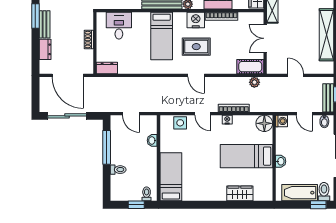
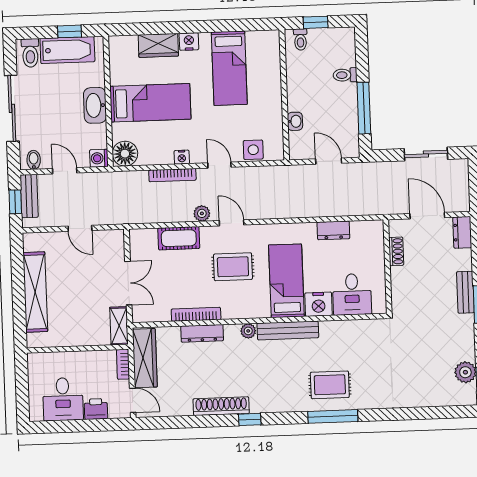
nightstand: (196, 20) -> (318, 304), moved
shoe rack: (89, 40) -> (396, 251), moved
dresser: (45, 49) -> (462, 232), moved
cot: (250, 67) -> (179, 238), moved
dresser: (107, 68) -> (333, 230), moved
door: (68, 75) -> (427, 216), width x0.73
plant: (254, 82) -> (202, 213), moved
sliding door: (67, 116) -> (426, 154), width x0.73
washbasin: (281, 161) -> (95, 105), width x1.91, depth x1.45
bed: (171, 177) -> (229, 68), moved
nightstand: (220, 195) -> (189, 42), added
window: (318, 205) -> (69, 31), moved

